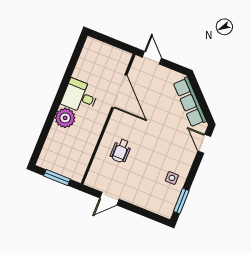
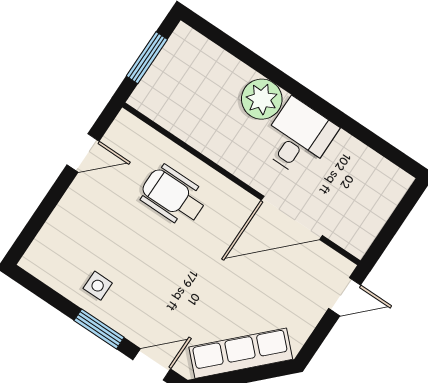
wheelchair: (121, 151) -> (173, 196), width x1.36, depth x1.37
door: (109, 199) -> (83, 153), swing flipped
window: (181, 201) -> (99, 329), moved

